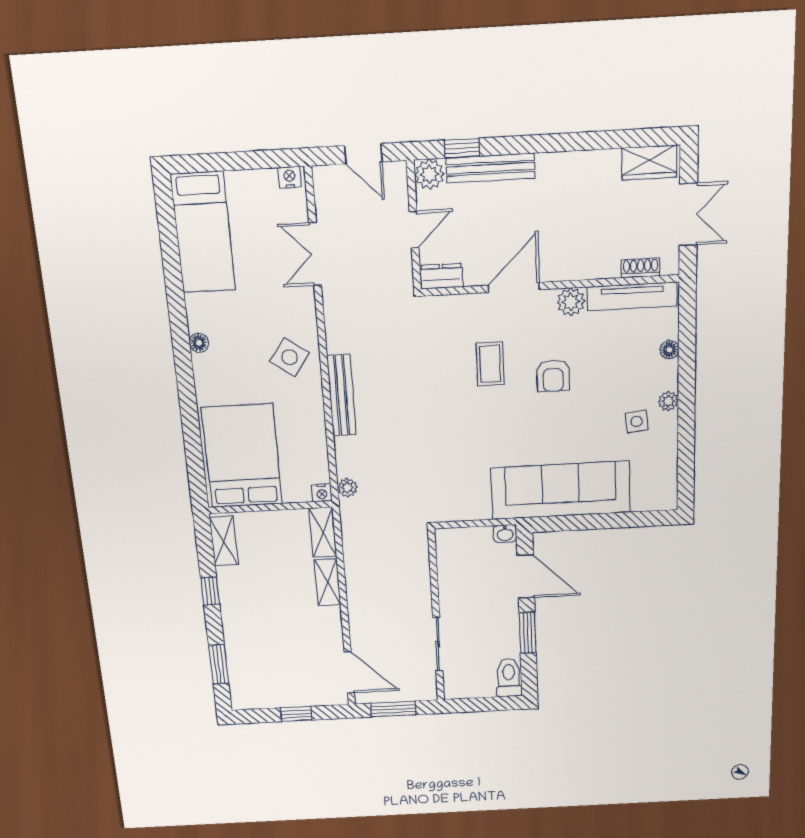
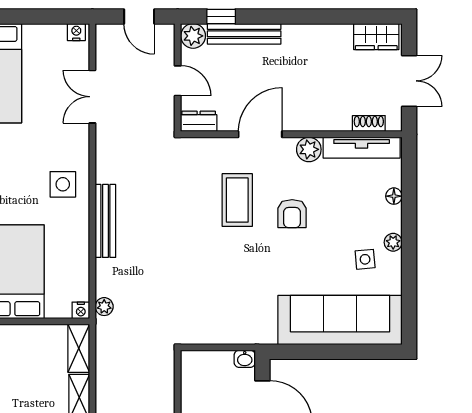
door: (414, 230) -> (178, 81), hinge flipped
side table: (290, 357) -> (63, 184), turned -35
coffee table: (490, 364) -> (237, 200), width x1.36, depth x1.30
sofa: (561, 490) -> (340, 320), moved

